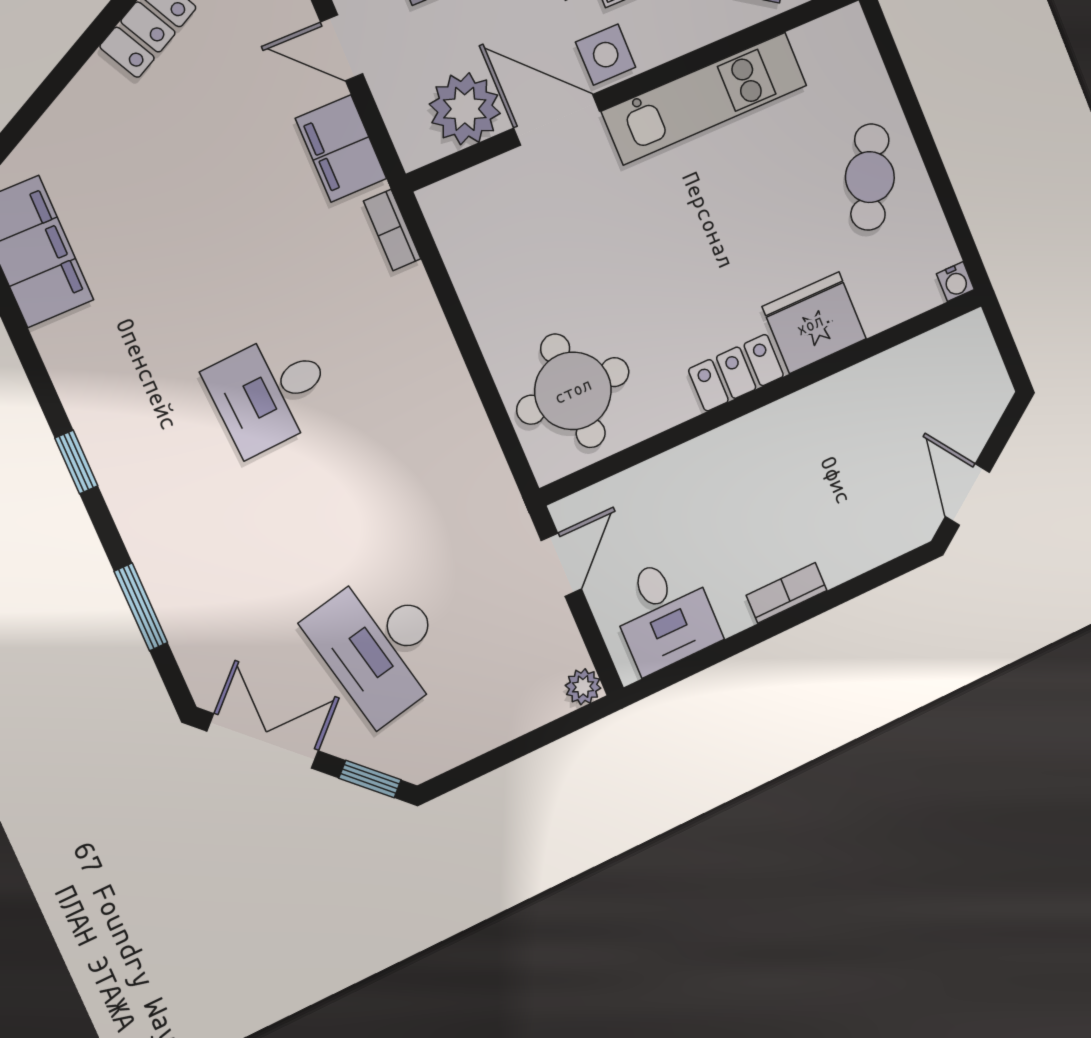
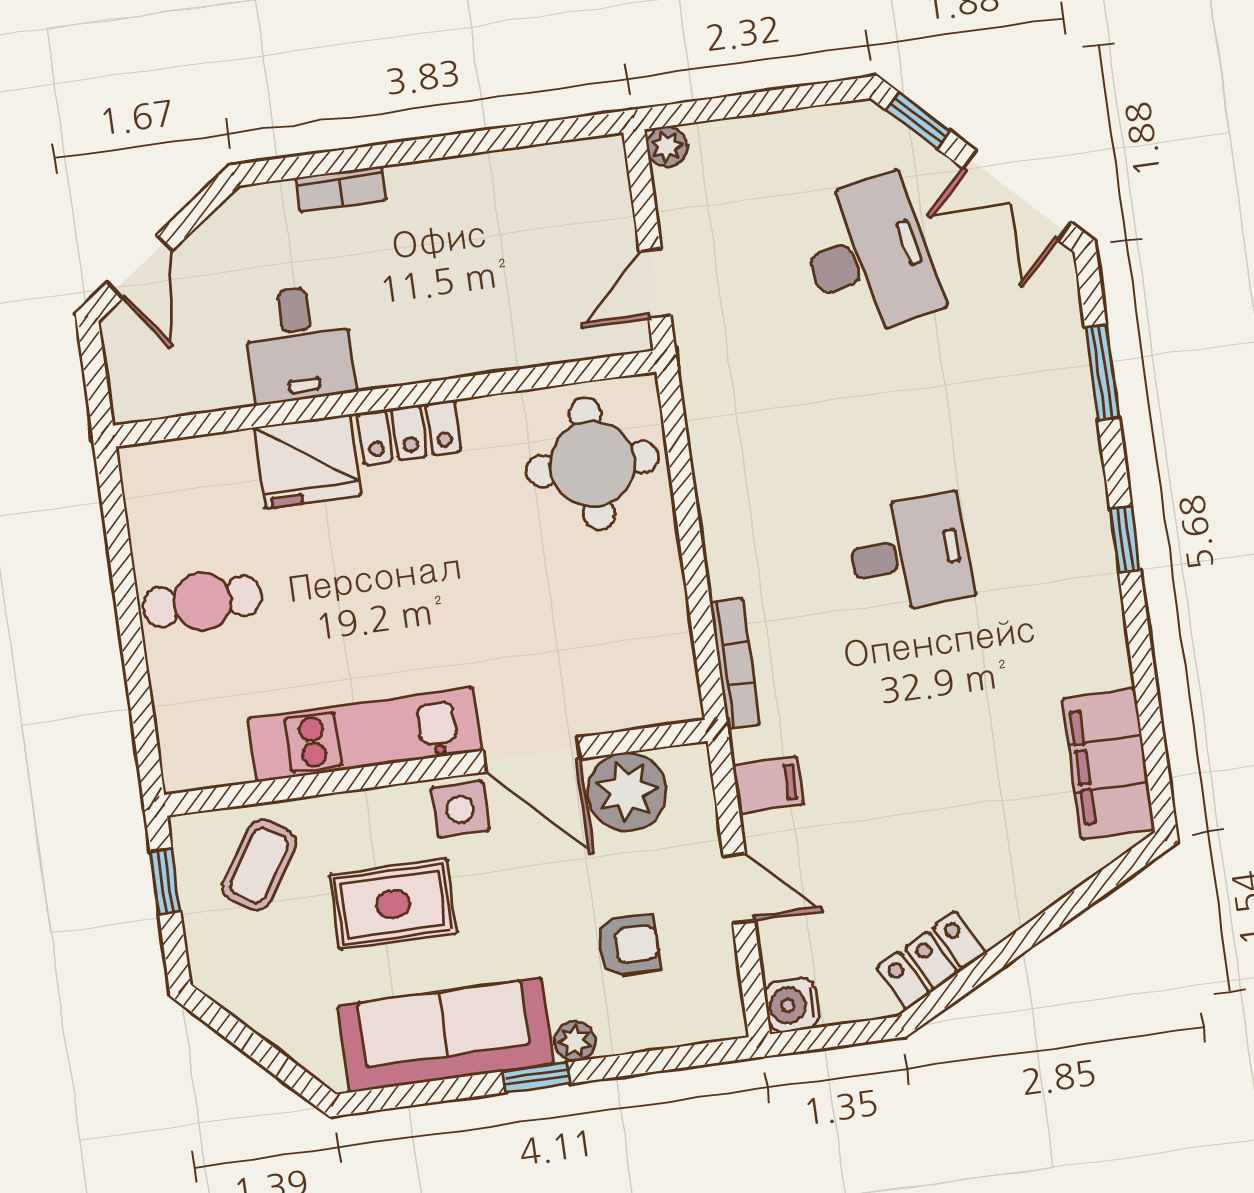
filing cabinet: (341, 149) -> (768, 785), width x0.50
cafe table: (870, 177) -> (202, 601), turned 64
bookcase: (392, 230) -> (735, 663), width x1.56
water cooler: (955, 282) -> (135, 461), removed
door: (967, 494) -> (139, 267), moved
bookcase: (787, 593) -> (341, 189), moved
desk: (664, 614) -> (299, 344), moved, turned 180

